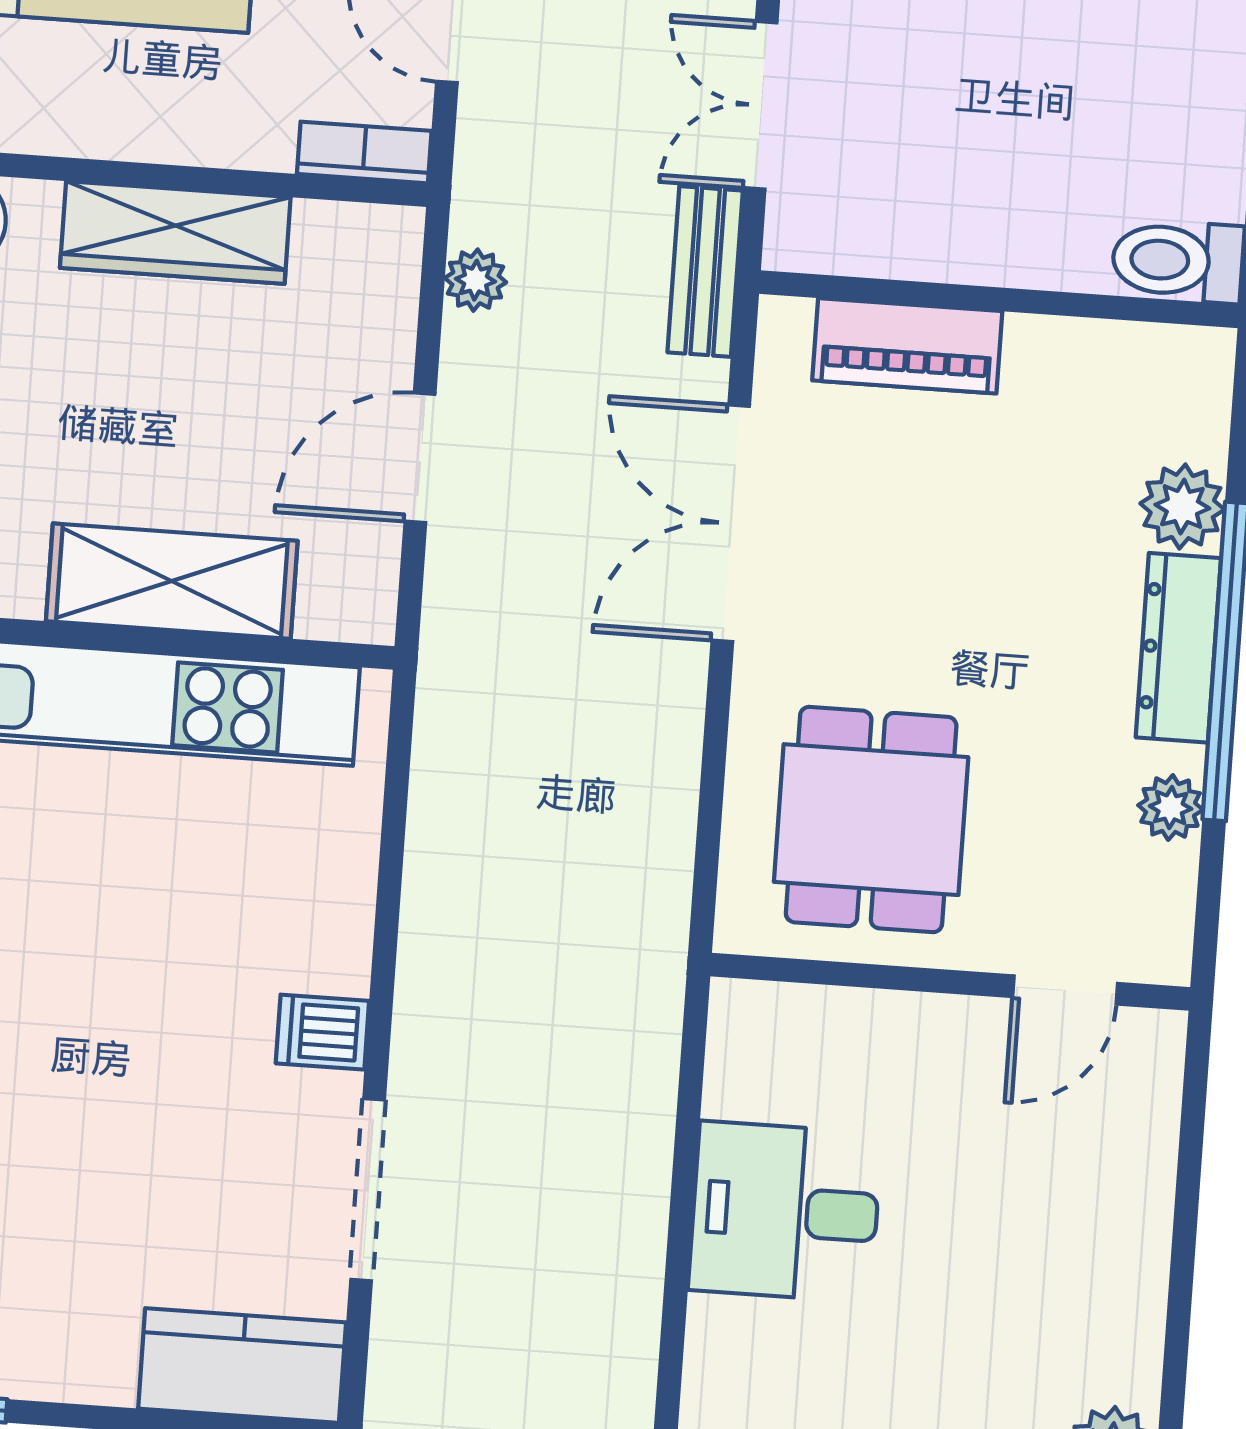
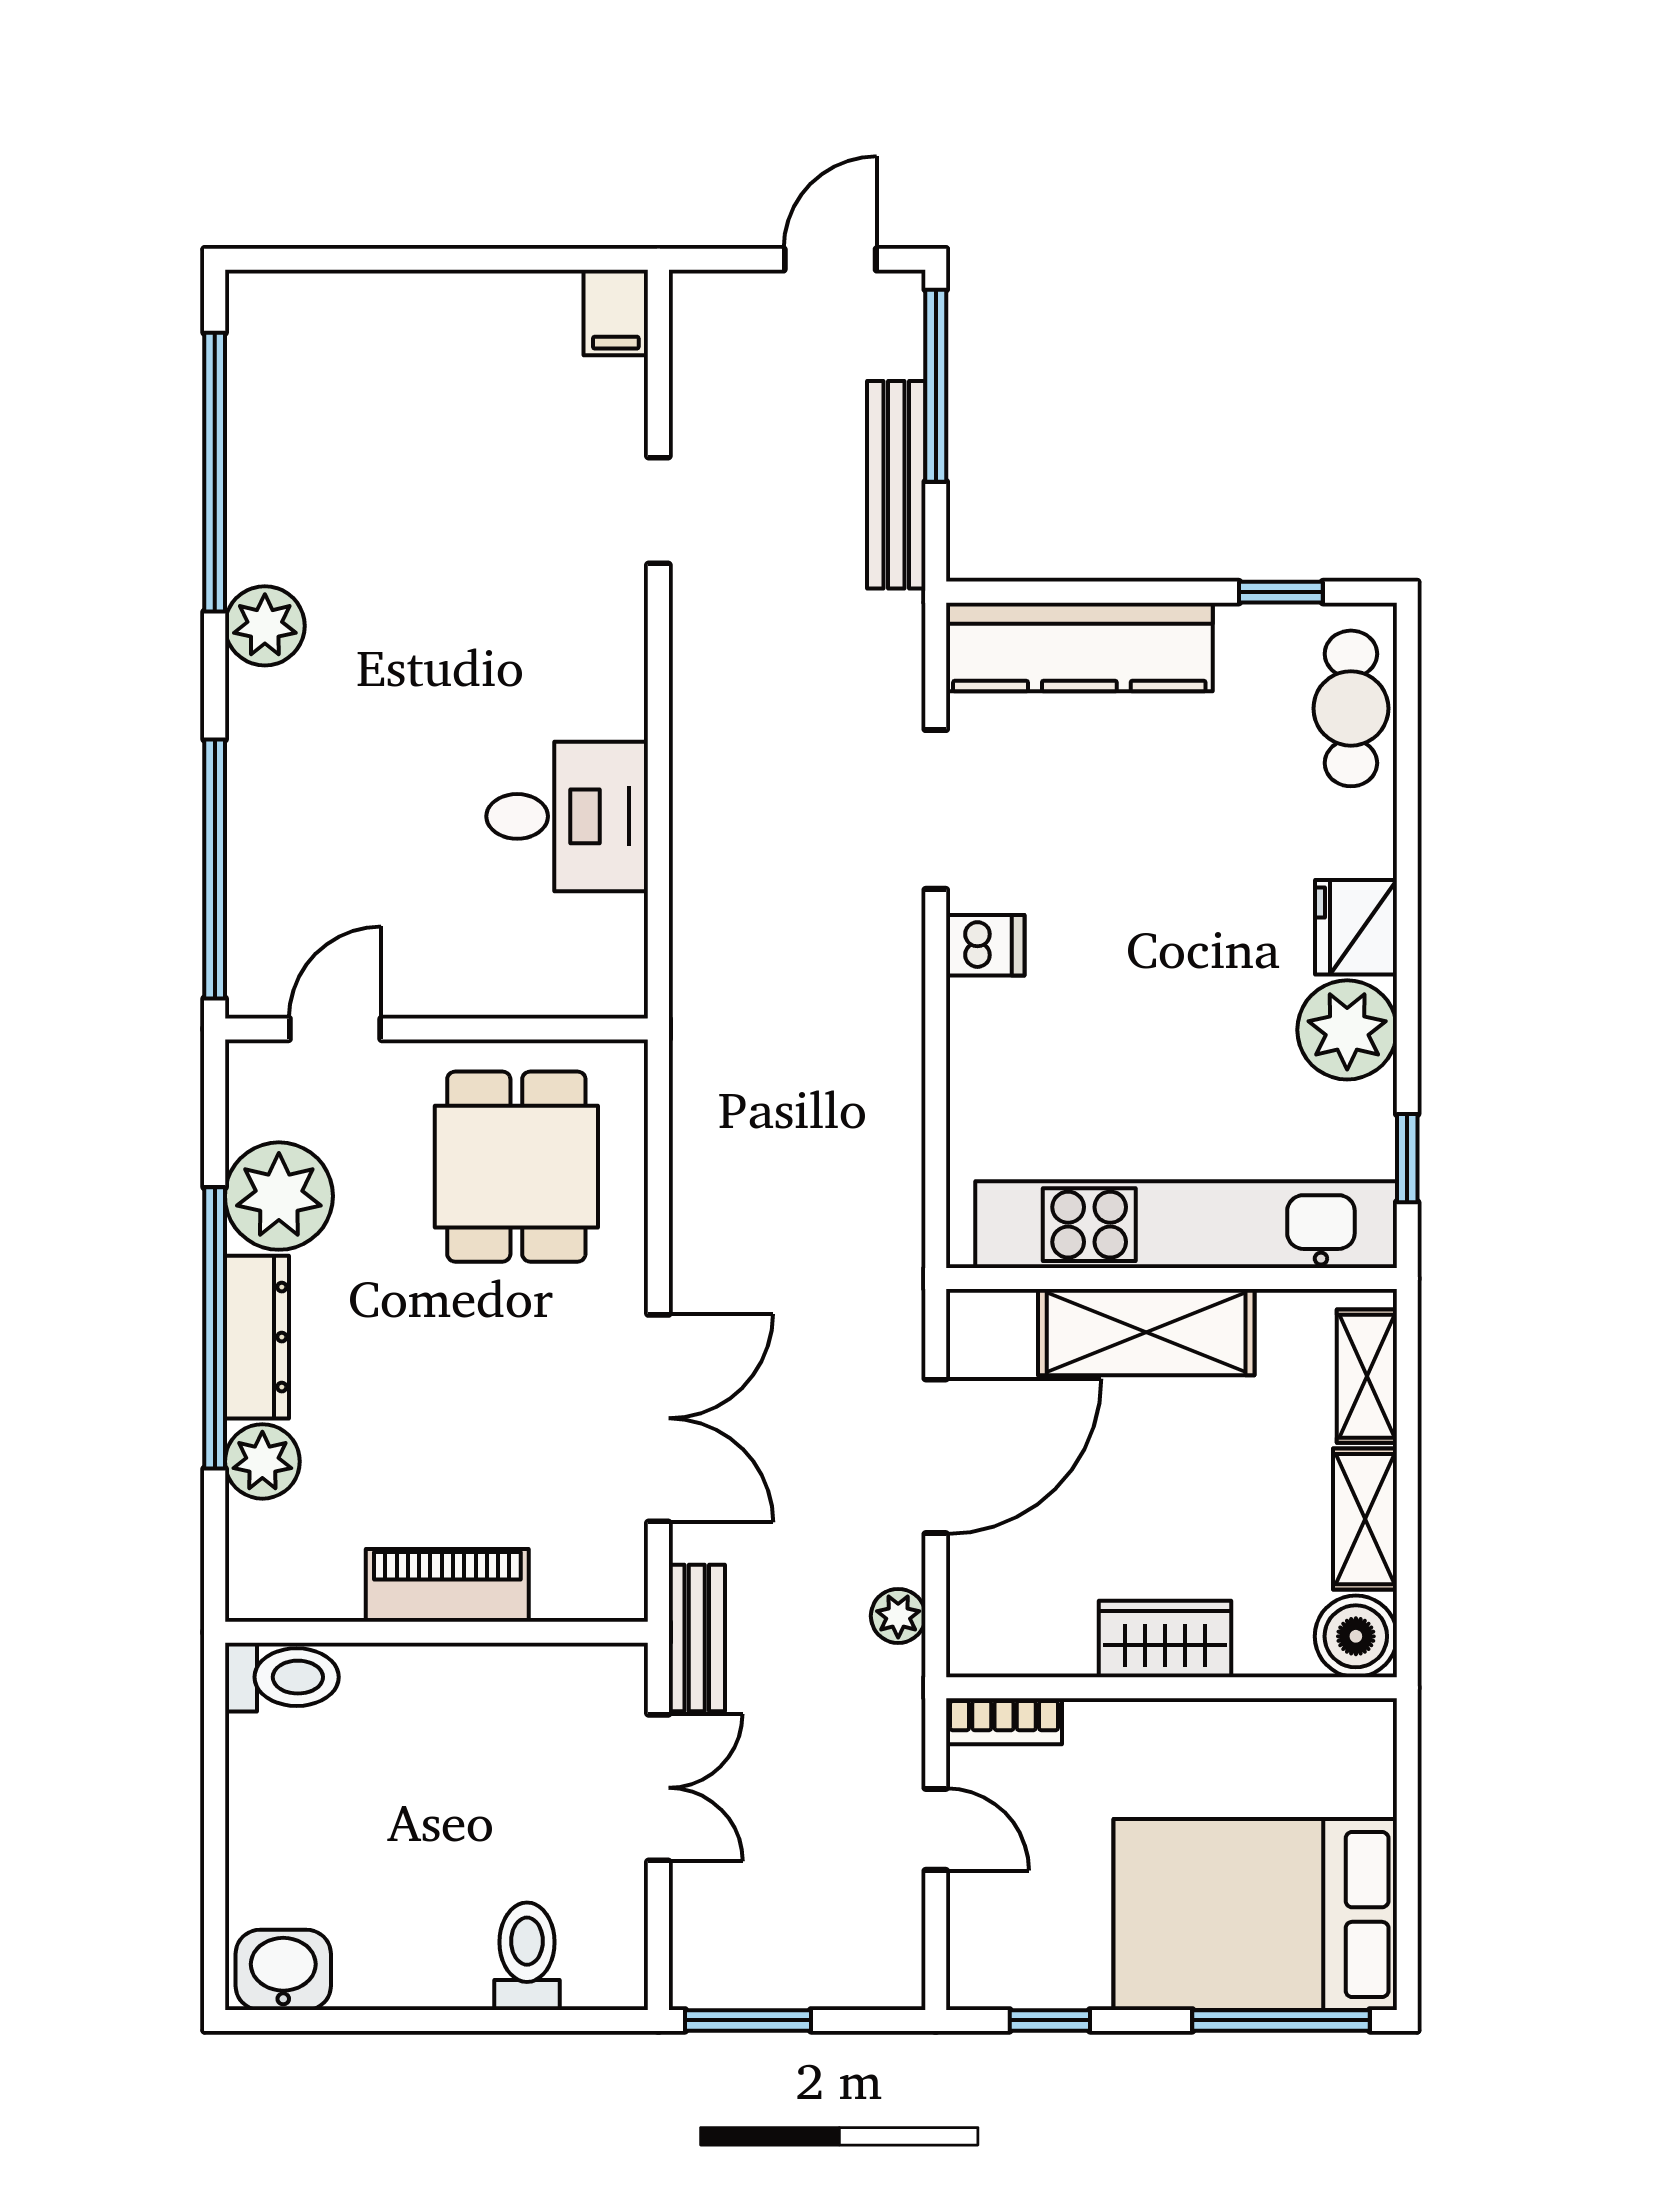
wardrobe: (175, 233) -> (1165, 1639), width x0.67
piano: (907, 346) -> (447, 1585), moved
door: (420, 458) -> (936, 1456), width x1.36
plant: (1171, 807) -> (279, 1196), width x1.88, depth x1.88
window: (1188, 1181) -> (215, 869), added
kitchen counter: (242, 1366) -> (1079, 647), width x1.50

